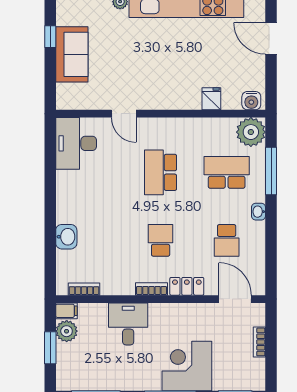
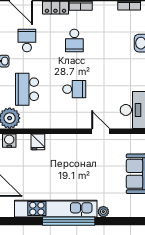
school desk: (161, 172) -> (74, 89), width x0.54
school desk: (227, 172) -> (27, 89), turned 90

